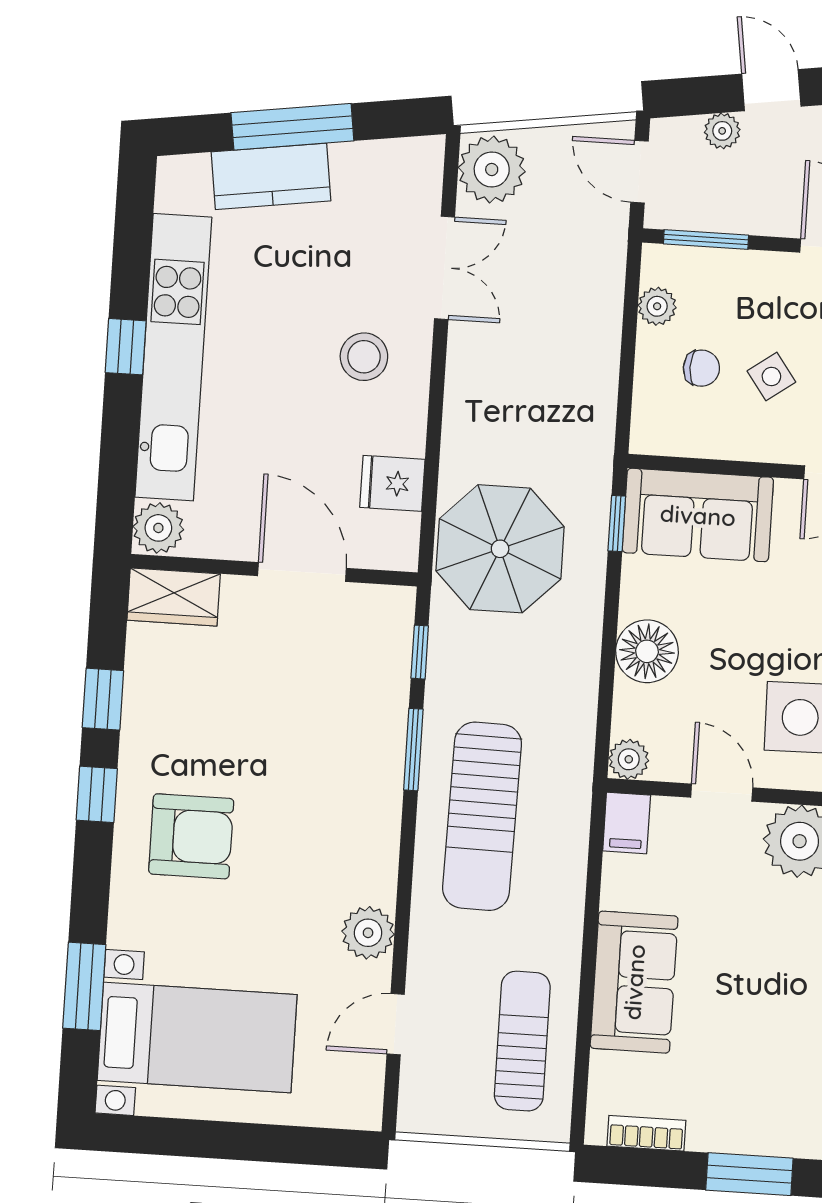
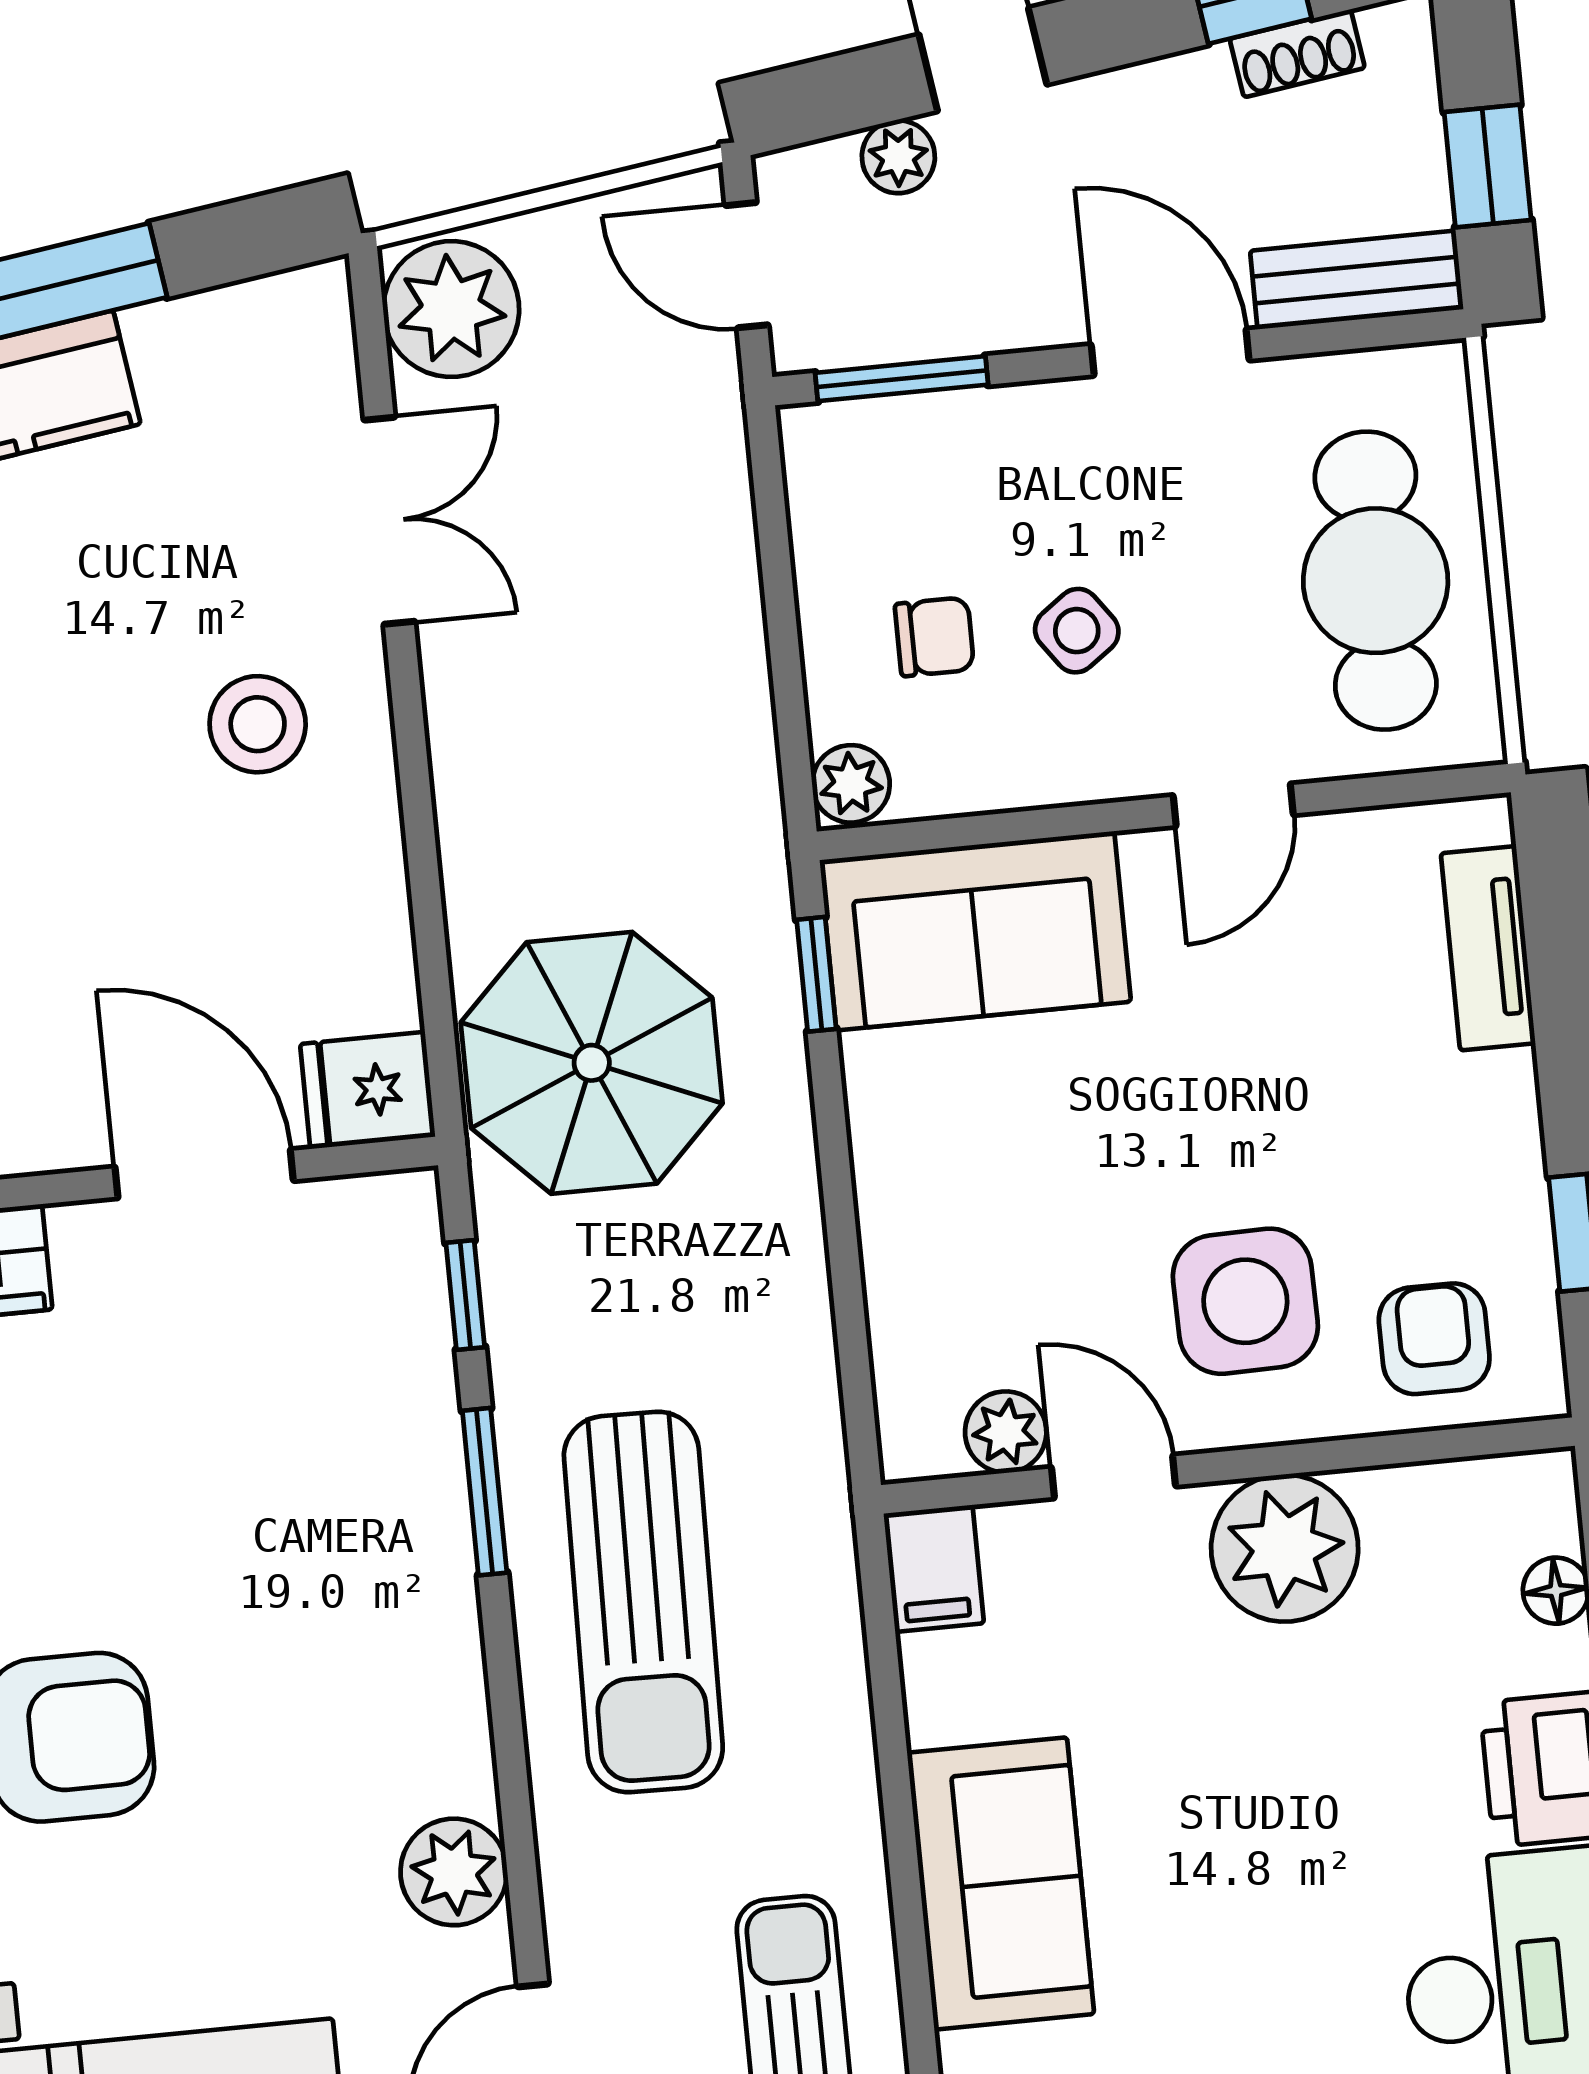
plant: (657, 306) -> (851, 784), moved
fridge: (392, 483) -> (368, 1090), moved
floor lamp: (647, 651) -> (918, 1219), removed
plant: (629, 759) -> (1006, 1432), moved

